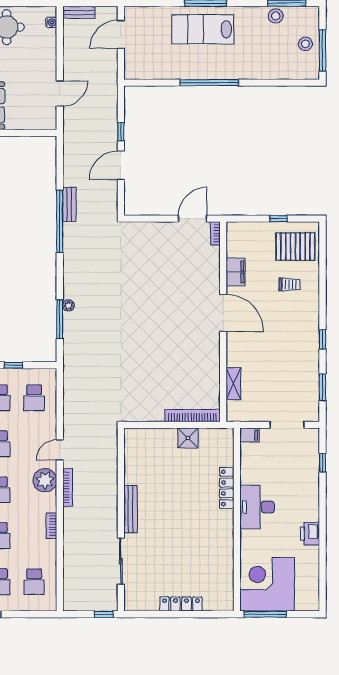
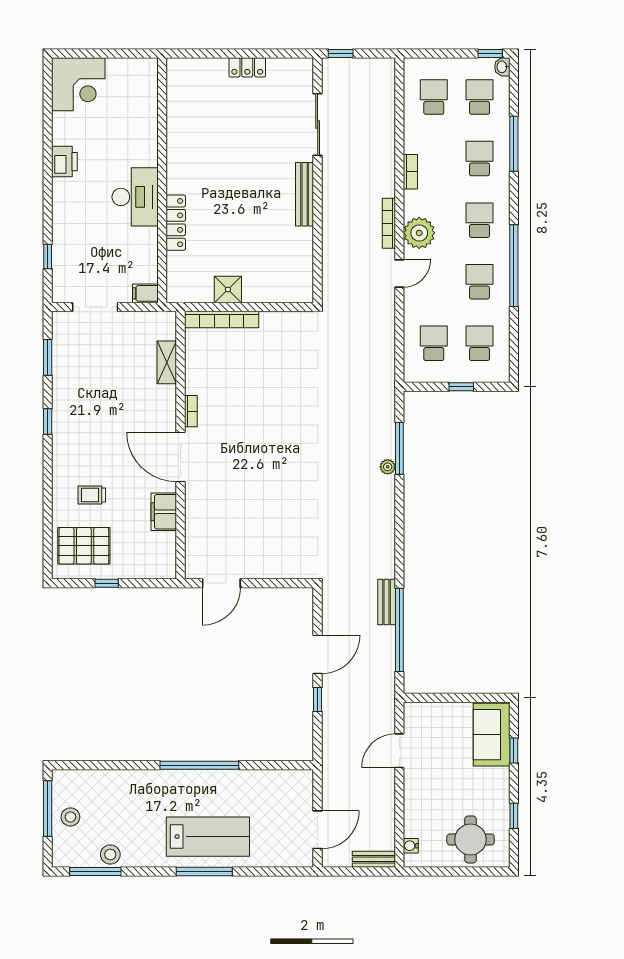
window: (60, 221) -> (399, 630), moved
bookcase: (215, 233) -> (191, 411), moved
corner desk: (267, 584) -> (78, 84), moved, width x0.74, depth x0.74
locker: (181, 604) -> (247, 67), width x0.66
window: (265, 614) -> (124, 53), removed

